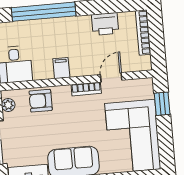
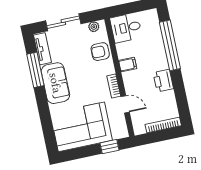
printer: (105, 24) -> (163, 81), moved
armchair: (41, 101) -> (100, 52), turned -90

